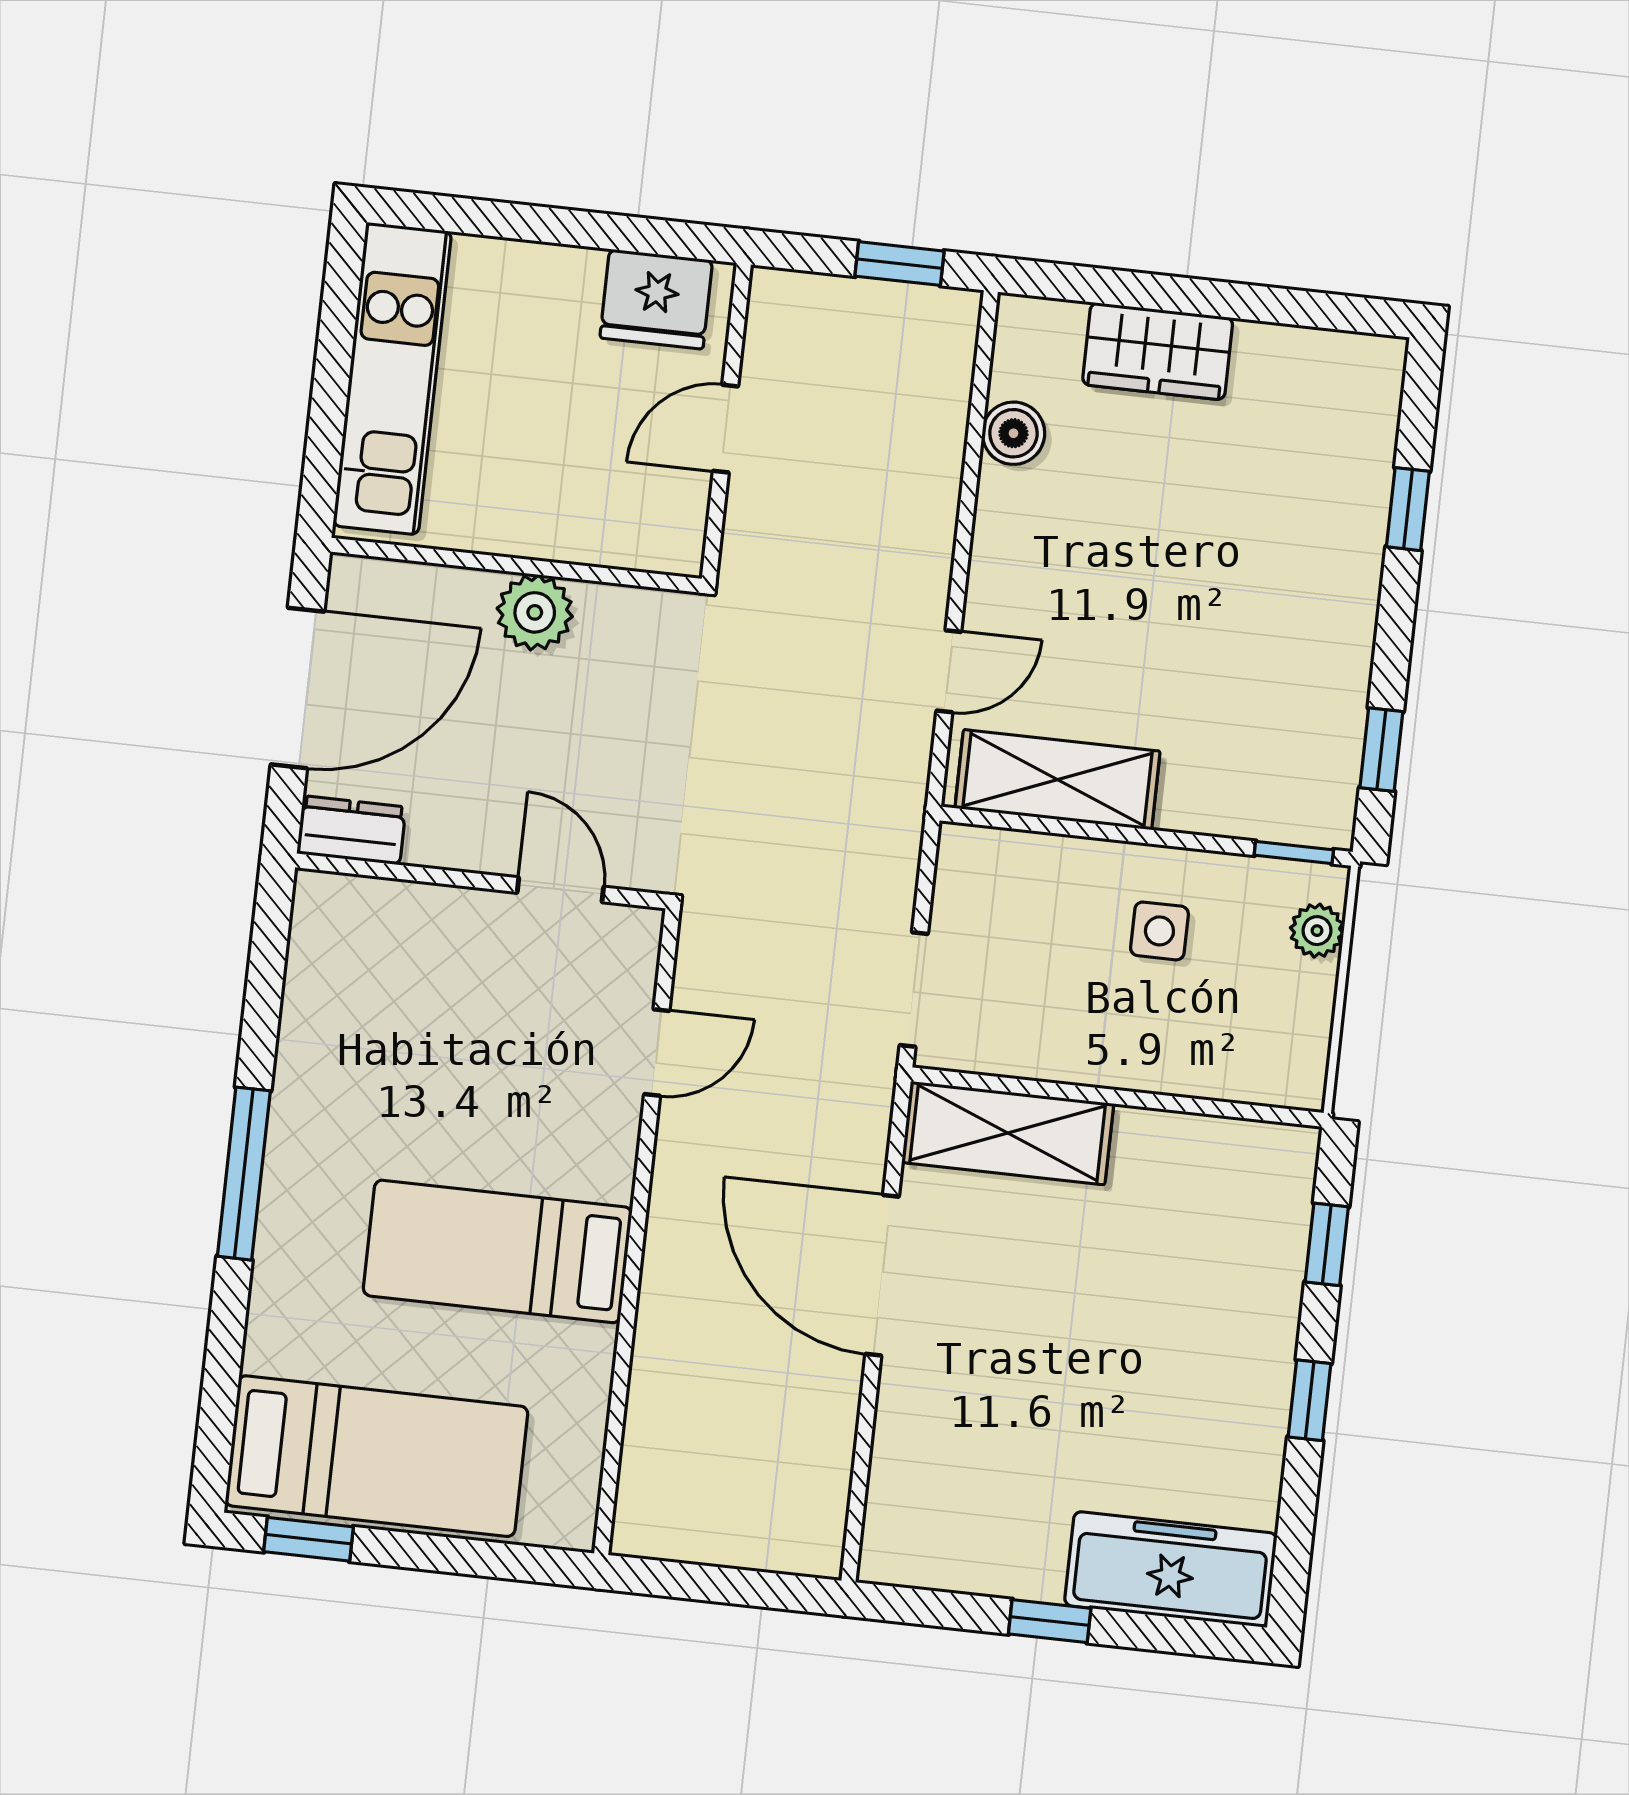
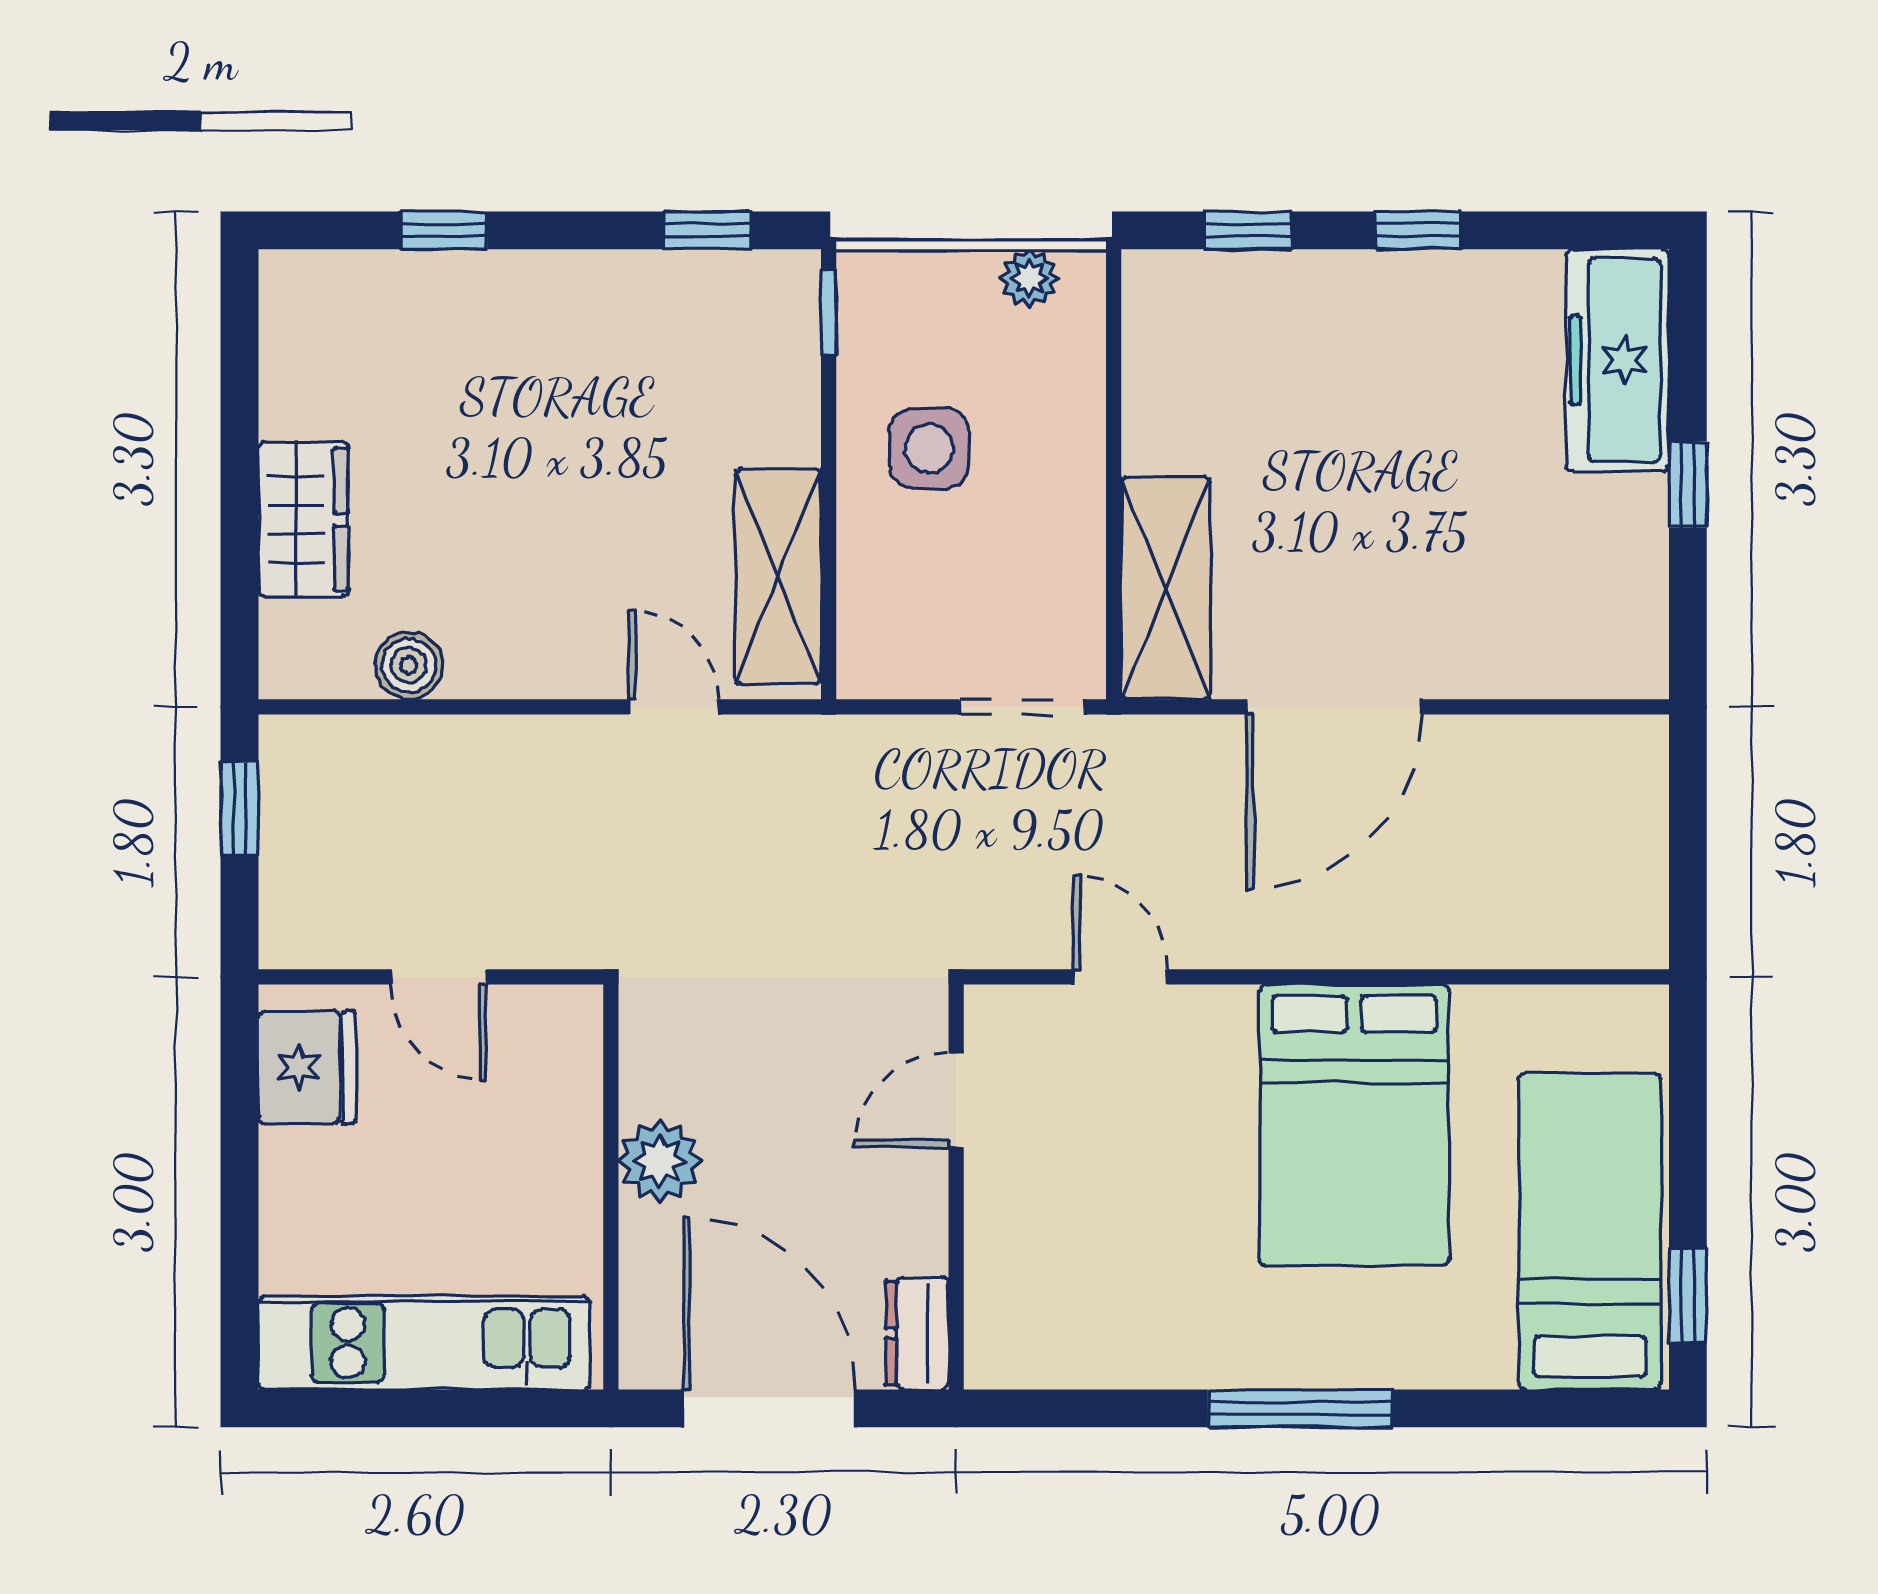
side table: (1159, 931) -> (929, 448), width x1.37, depth x1.37
plant: (1317, 931) -> (1029, 278), moved
bed: (498, 1251) -> (1354, 1125), width x1.50

